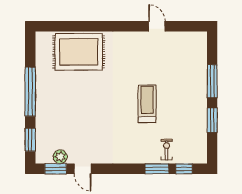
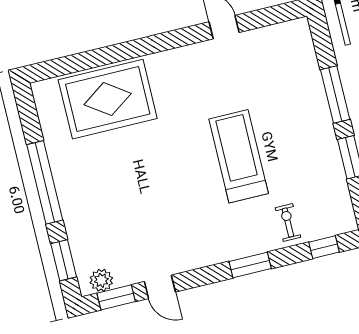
treadmill: (147, 104) -> (239, 156), width x1.37, depth x1.38
plant: (60, 157) -> (101, 280), moved
window: (157, 169) -> (250, 265), moved

